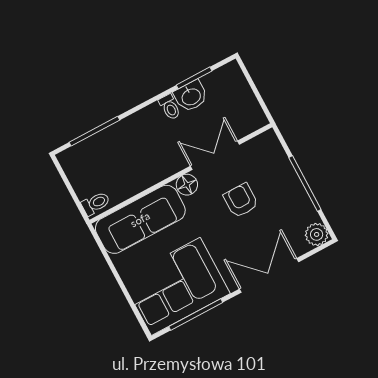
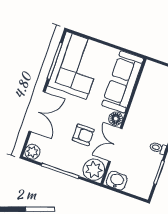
washbasin: (191, 96) -> (117, 181), moved, turned 90
plant: (265, 150) -> (94, 170), added
double door: (215, 155) -> (115, 145), swing flipped
toilet: (96, 203) -> (151, 70), removed

